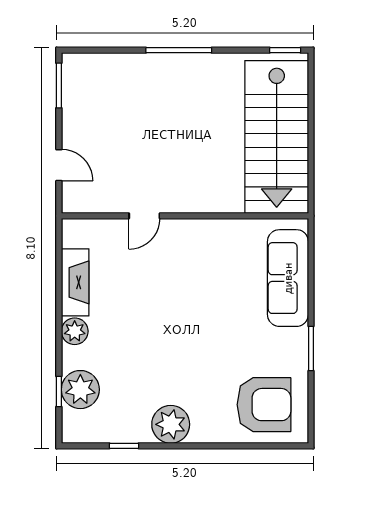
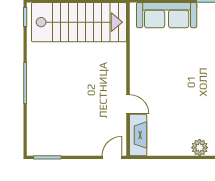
door: (59, 165) -> (112, 157), moved
fireplace: (75, 282) -> (138, 135), moved, turned 90

